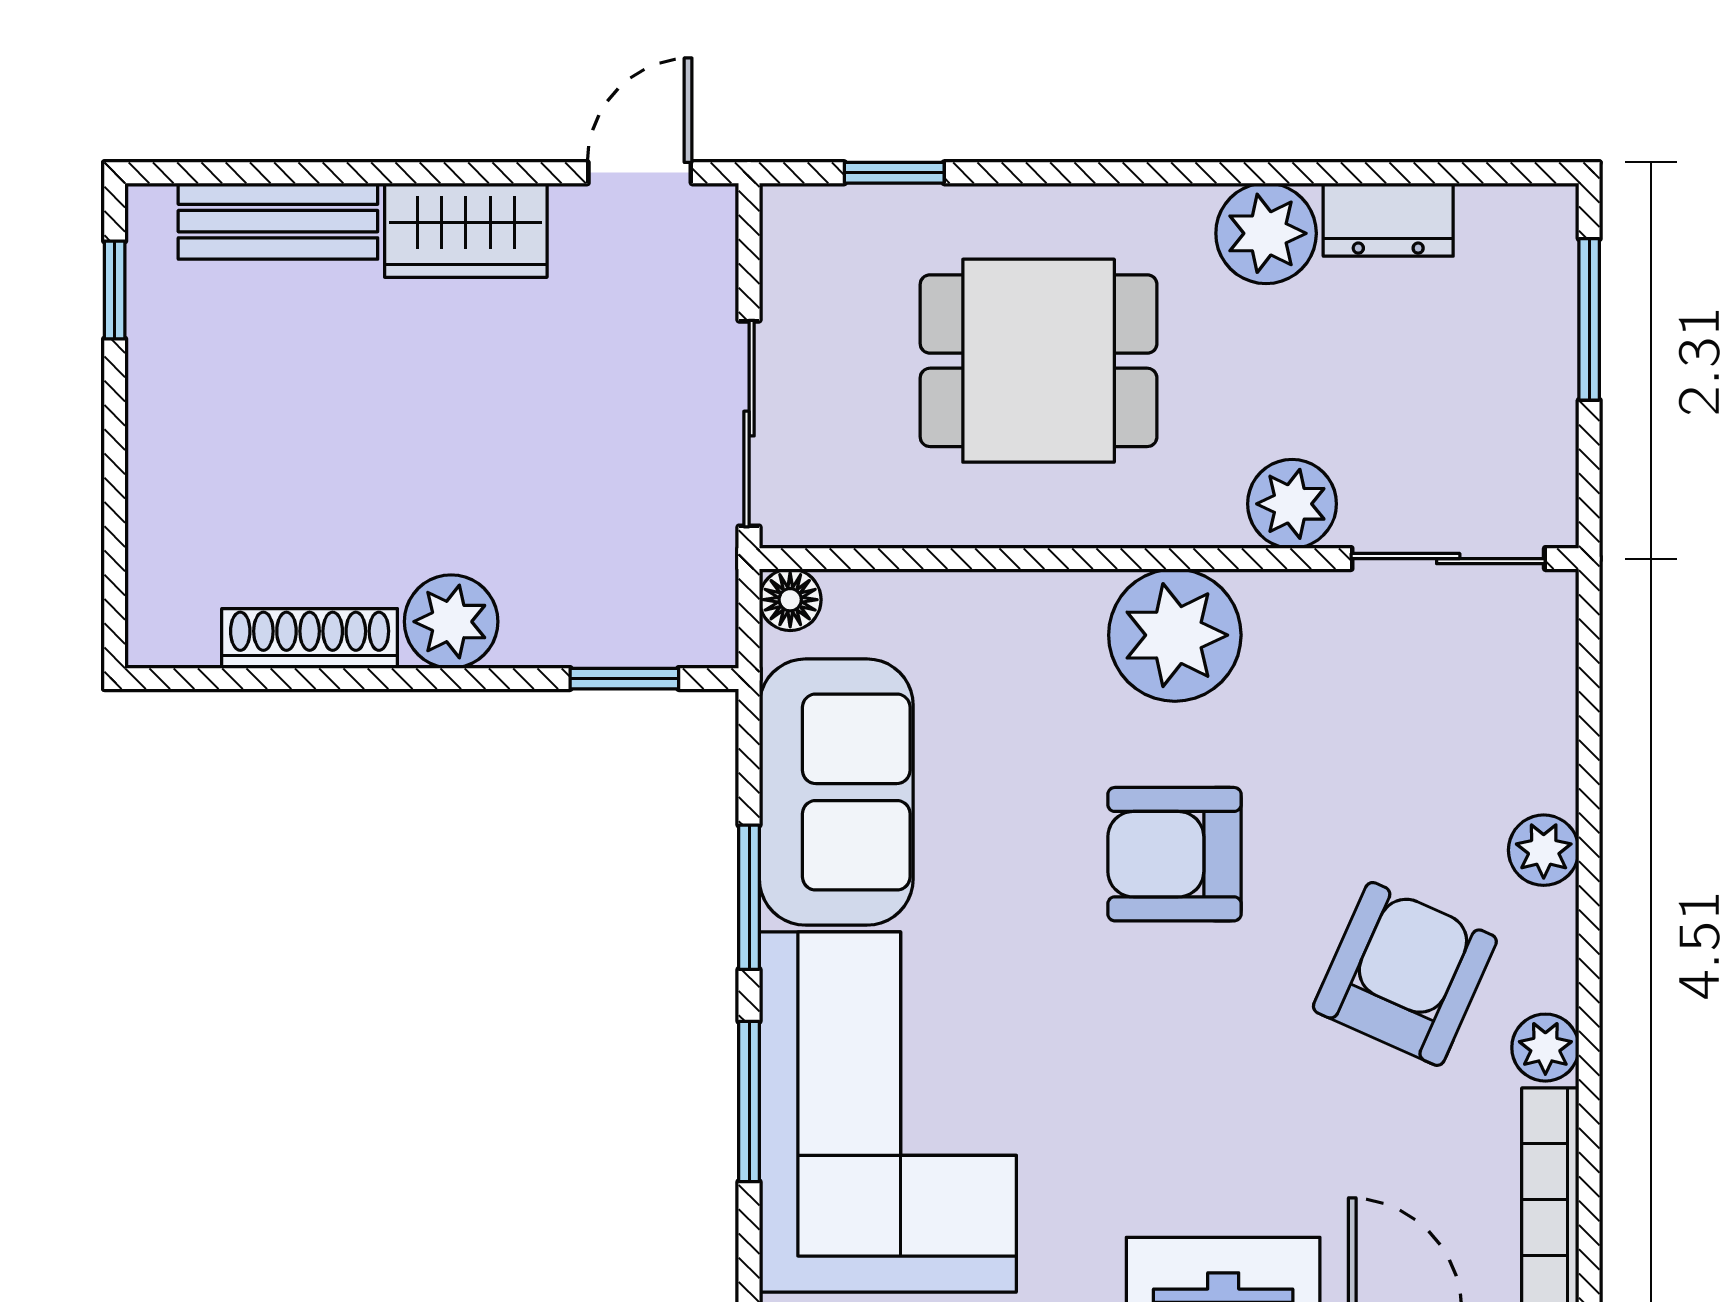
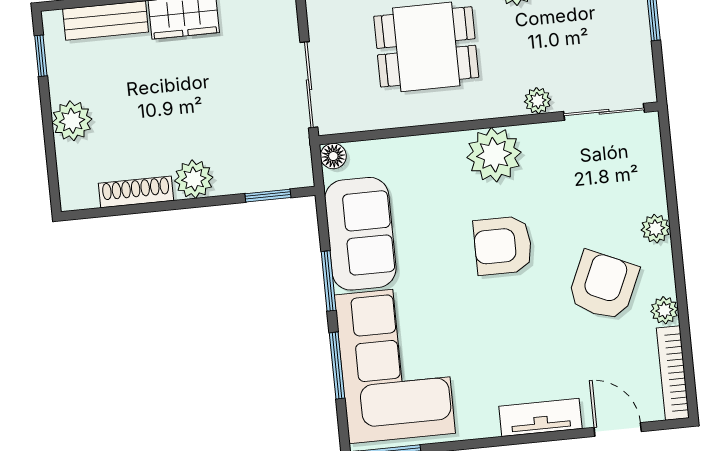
plant: (174, 453) -> (72, 121), added
plant: (1292, 504) -> (538, 101), width x0.73, depth x0.73

